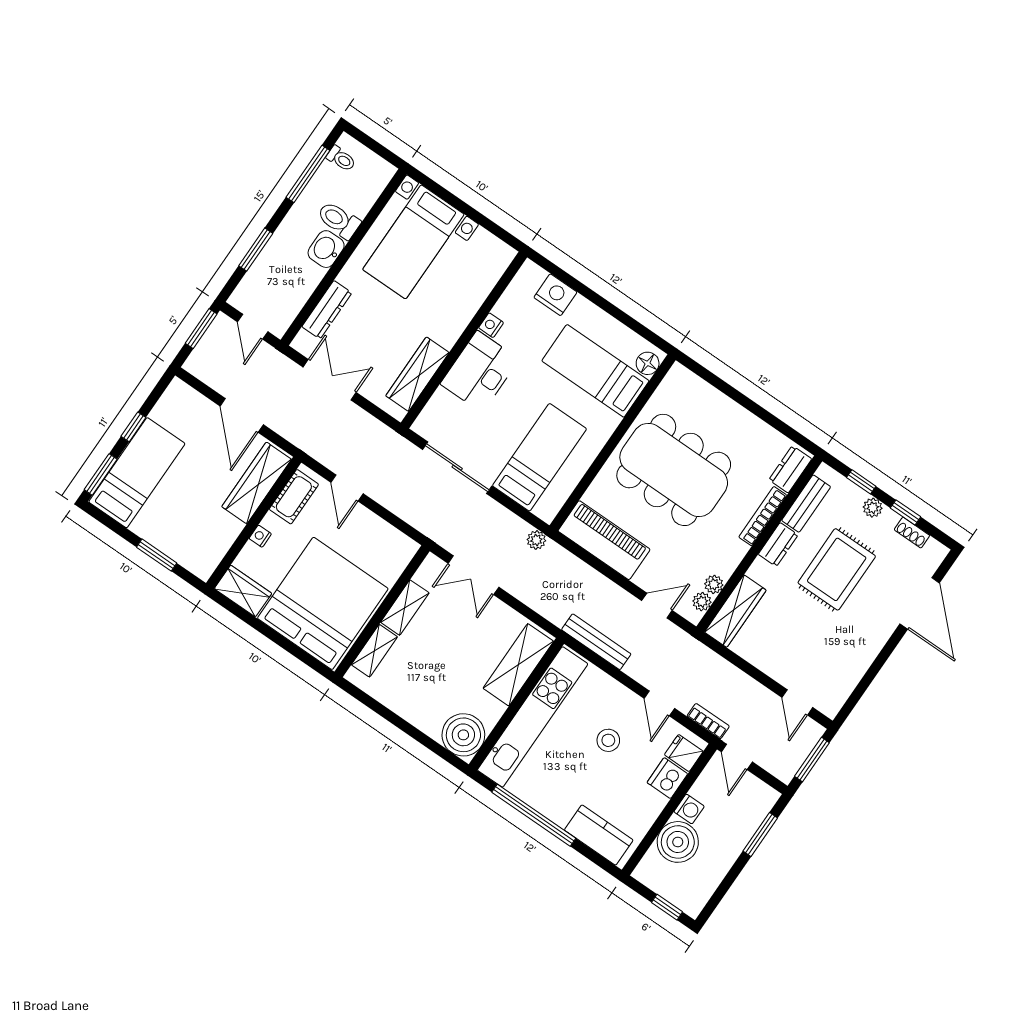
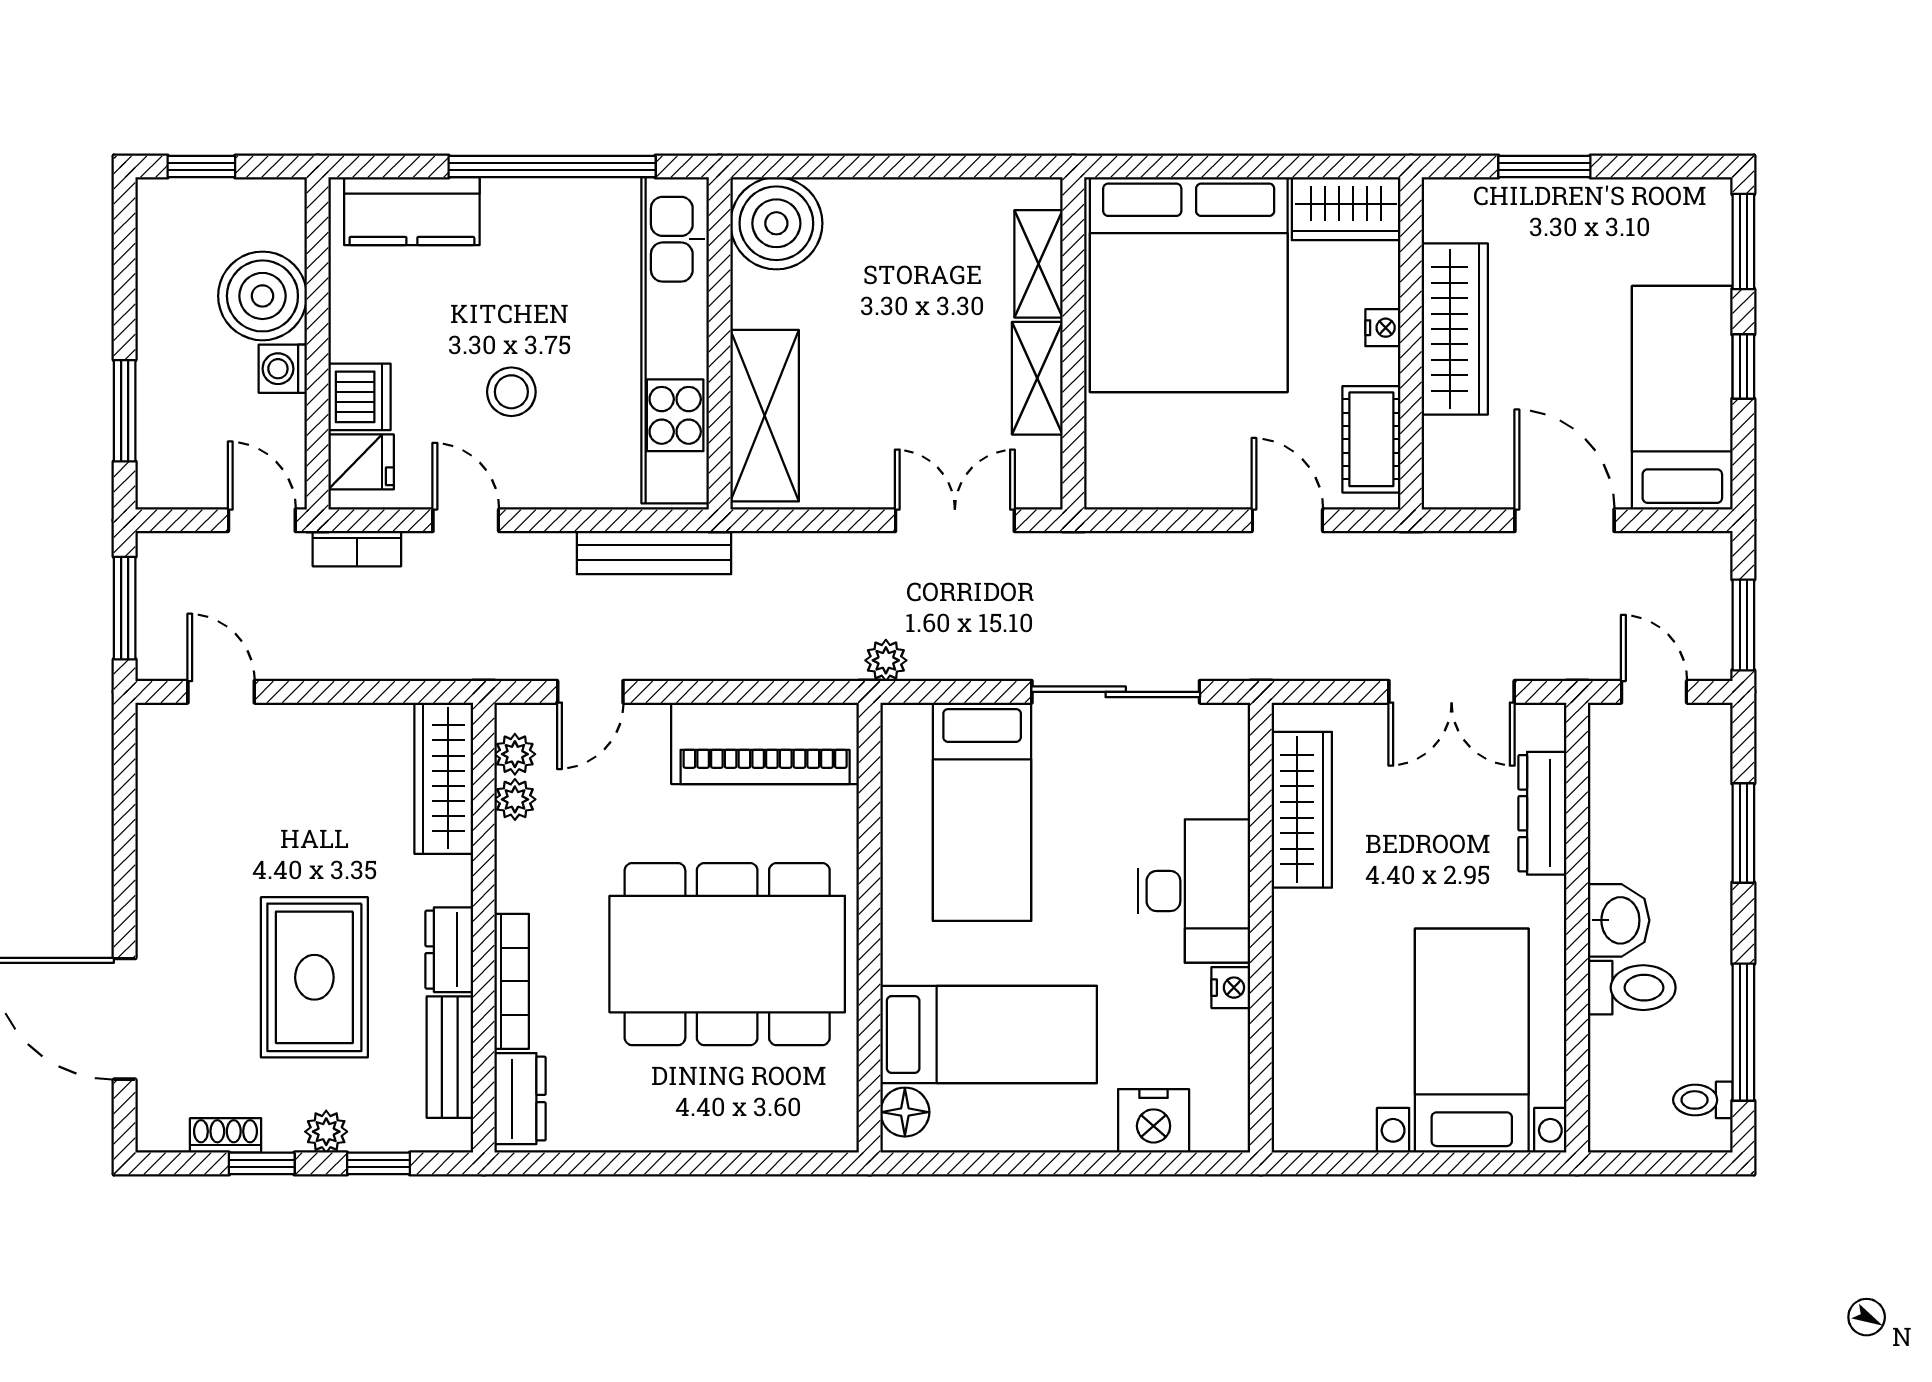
bed: (137, 473) -> (1682, 398), moved, turned 180
wardrobe: (257, 483) -> (1455, 329), moved

